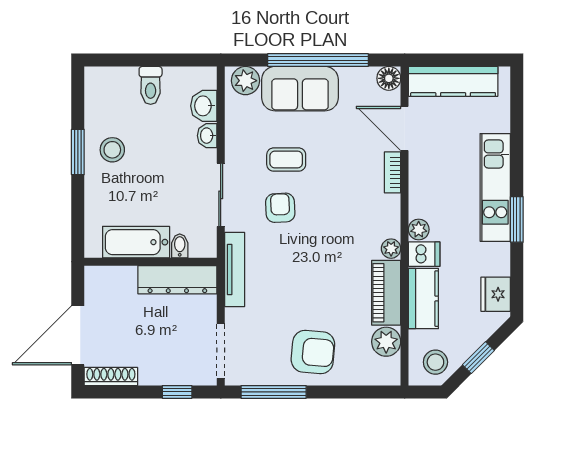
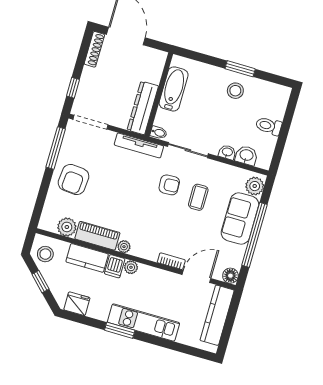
bidet: (180, 246) -> (159, 133), moved

